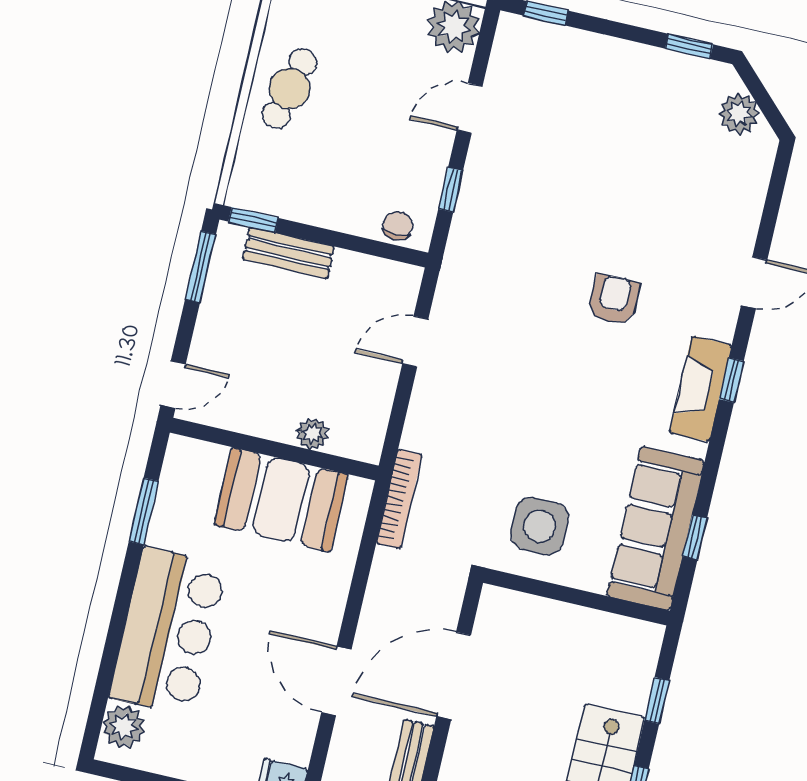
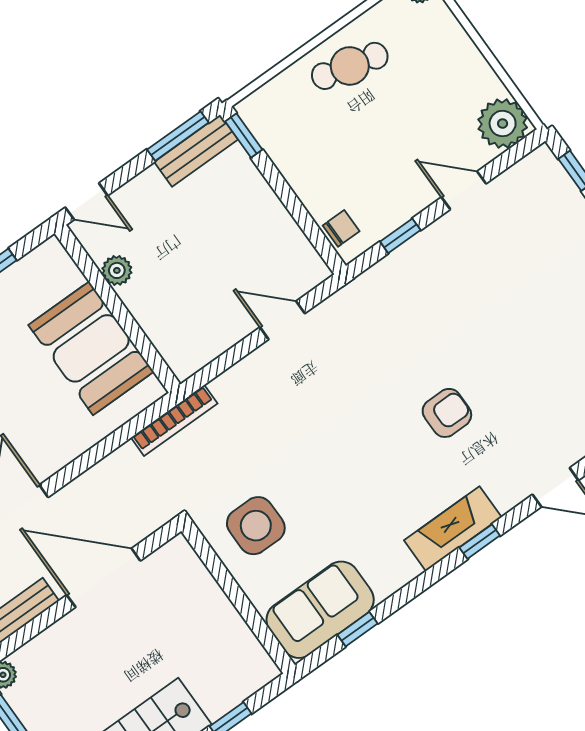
bench: (288, 253) -> (196, 151), moved, turned 90
plant: (313, 434) -> (117, 270), moved
sofa: (656, 528) -> (320, 610), width x0.73

